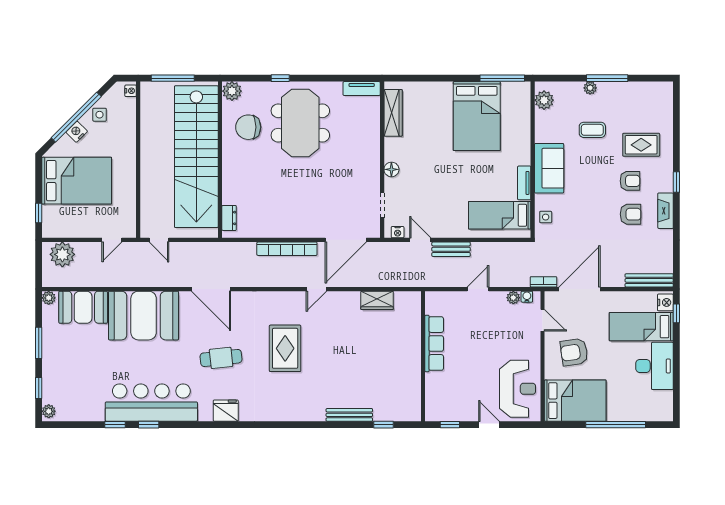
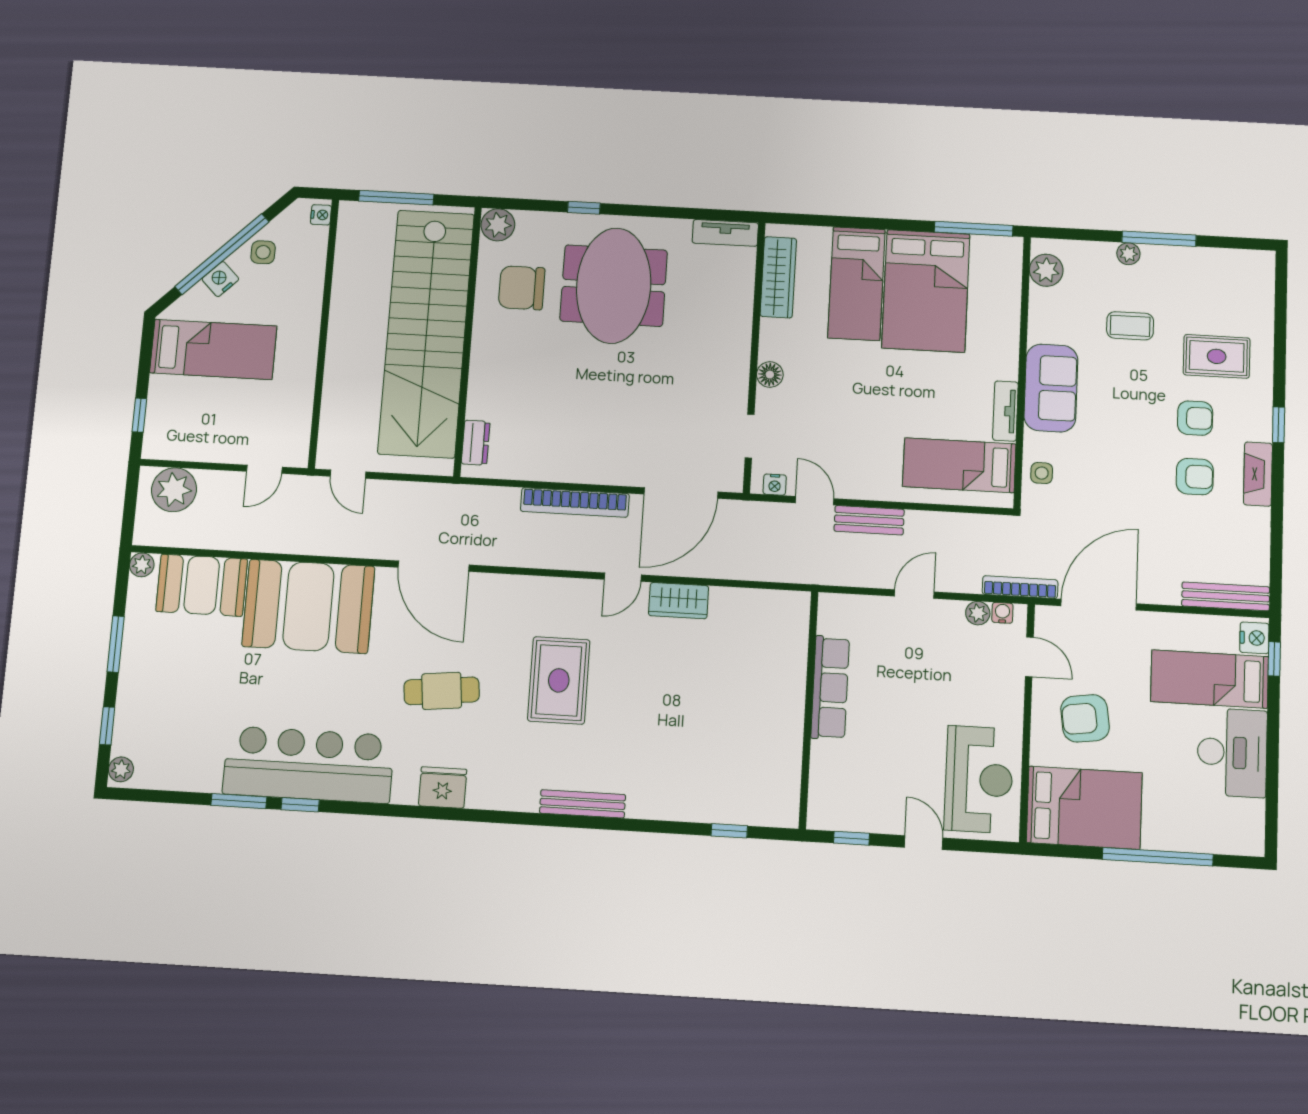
bed: (437, 114) -> (856, 284), added
bed: (77, 181) -> (213, 349), width x0.67
bookcase: (543, 282) -> (1020, 587), width x1.56
wardrobe: (377, 300) -> (679, 601), moved
bench: (349, 415) -> (583, 804), moved
window: (115, 425) -> (239, 801), width x1.50

